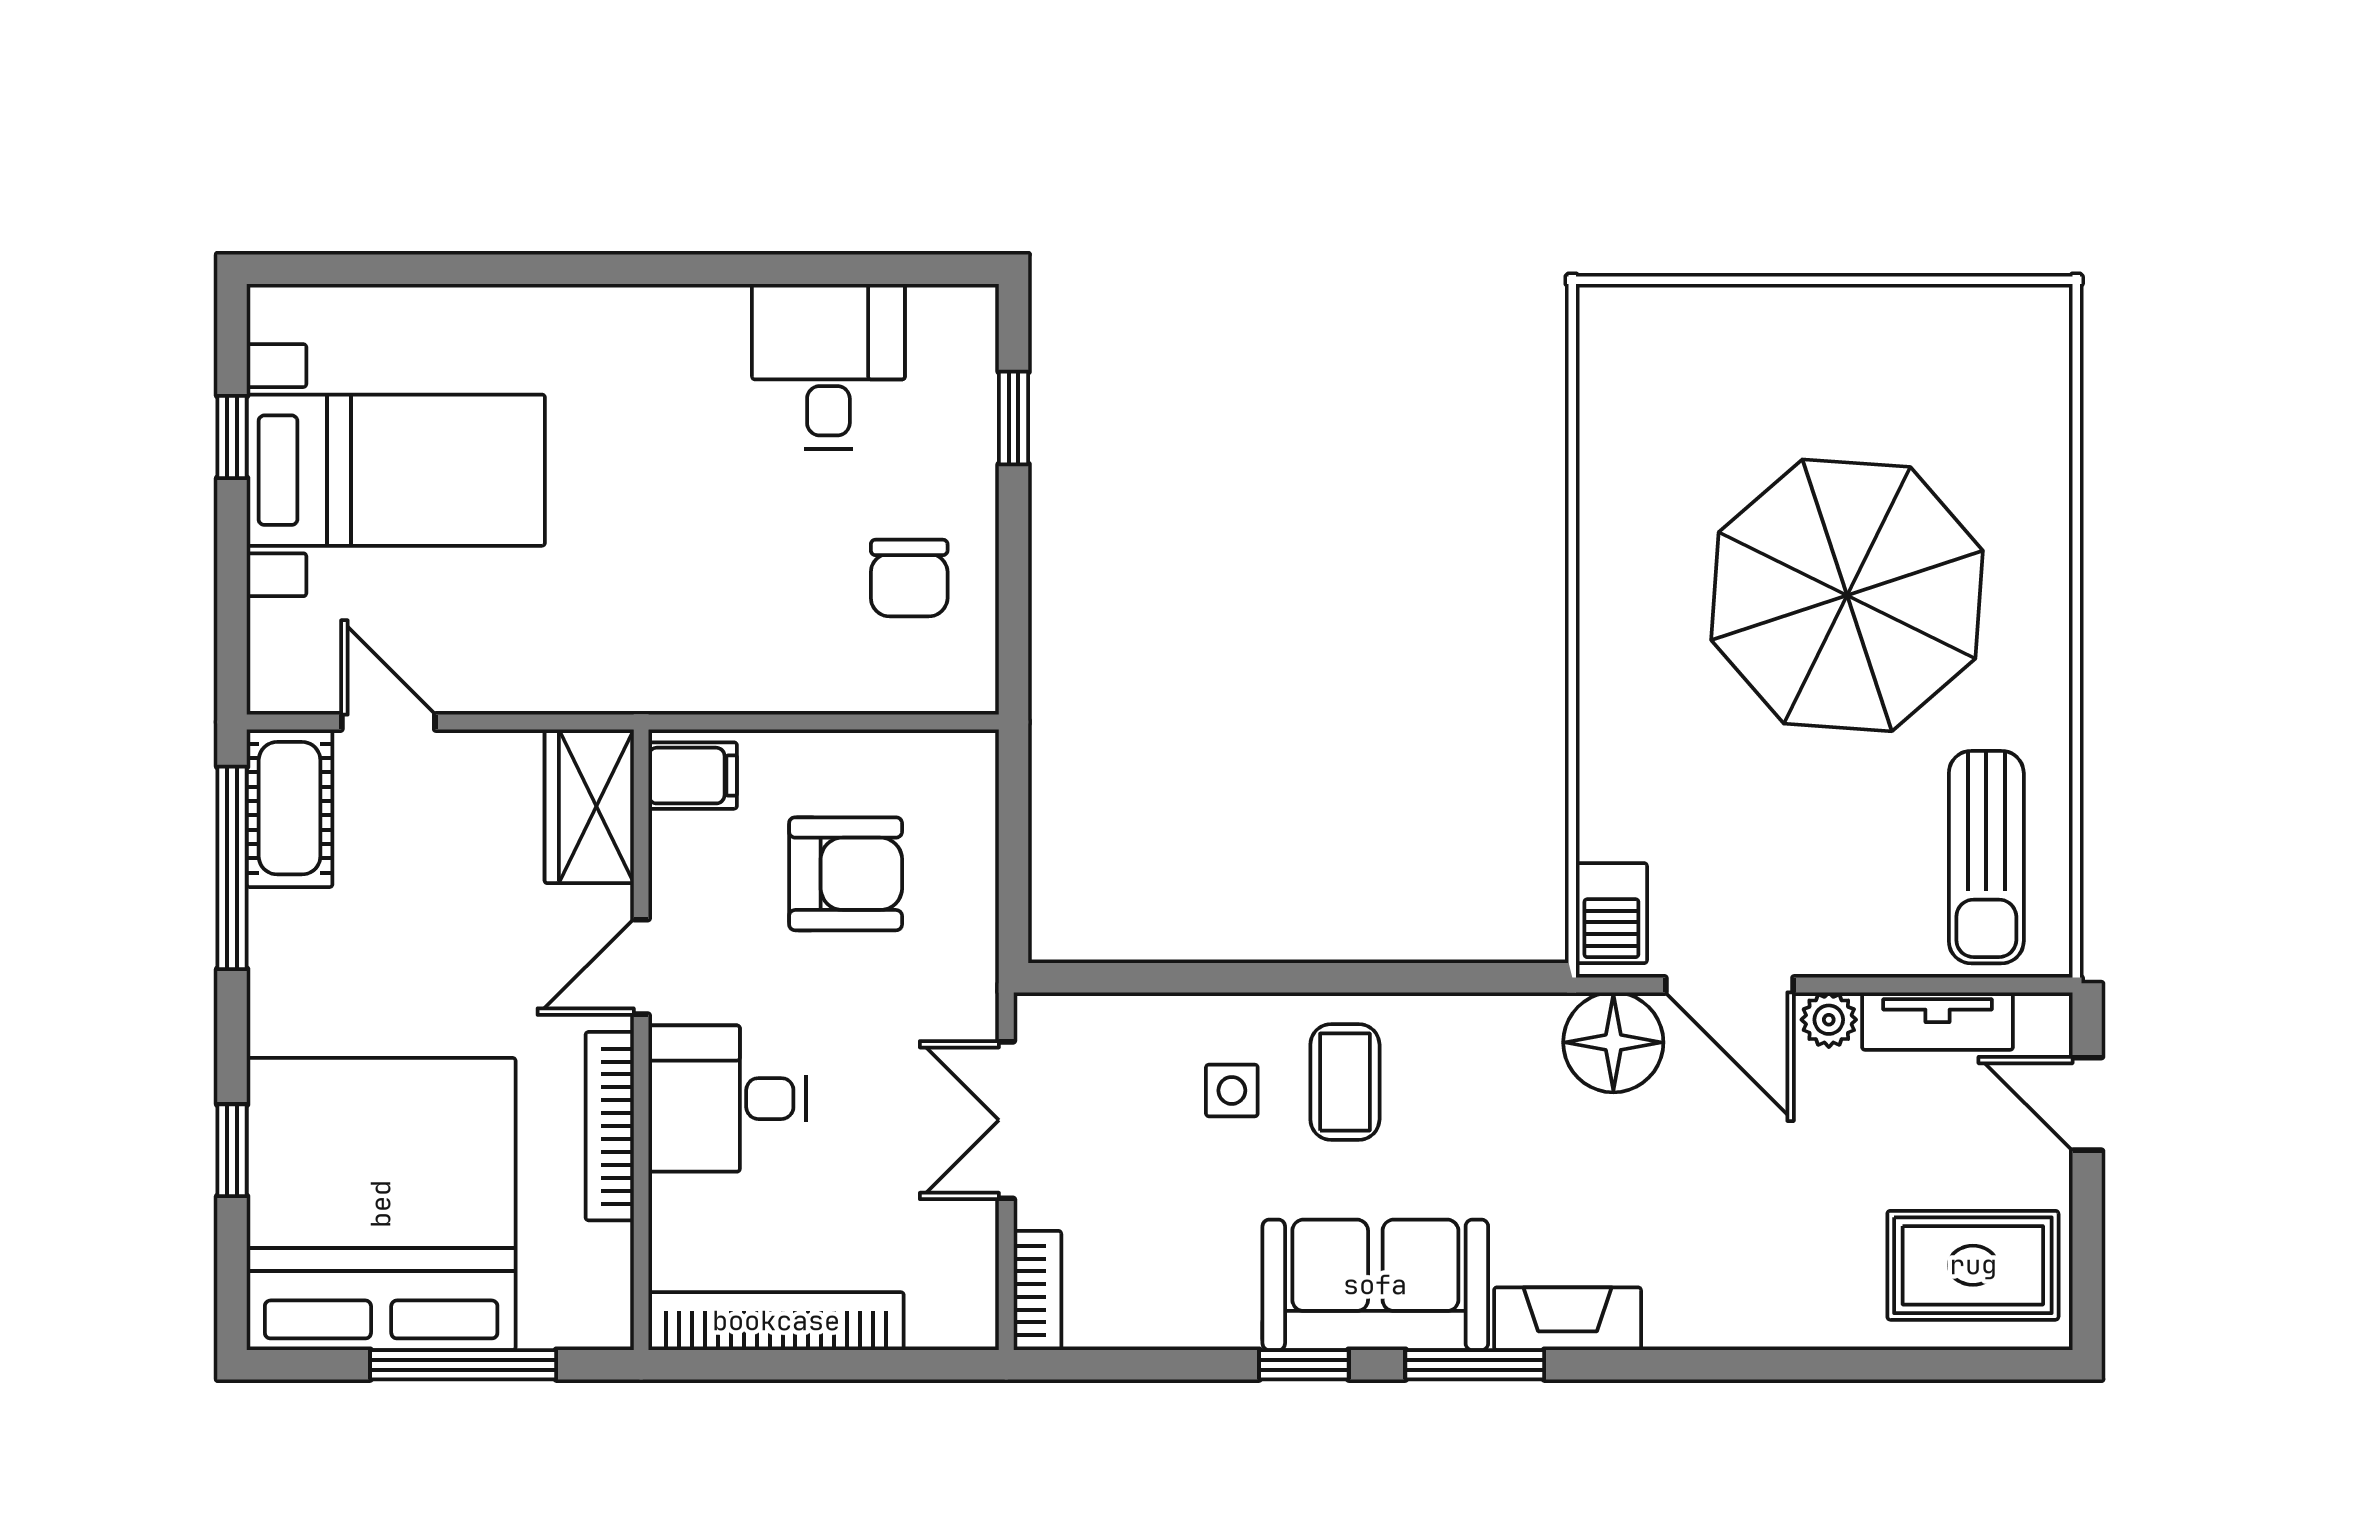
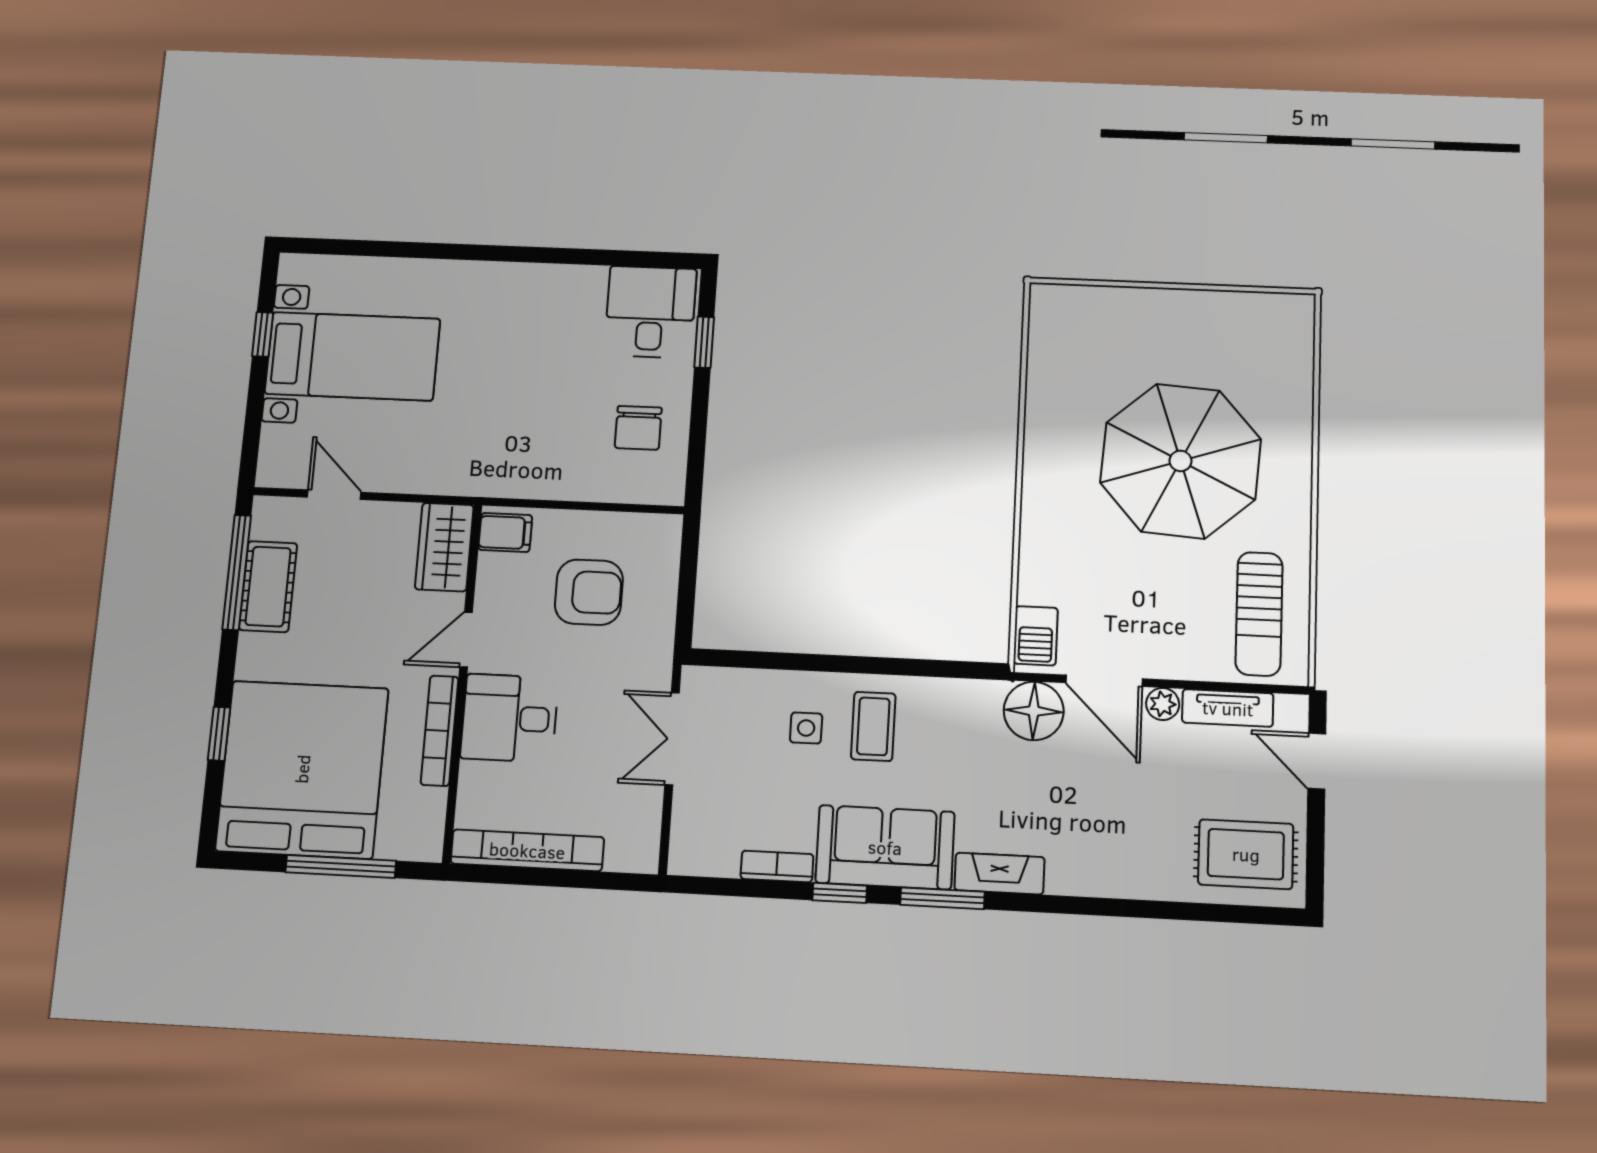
desk: (828, 366) -> (650, 312), moved
cot: (290, 808) -> (268, 587), moved
bookcase: (1037, 1290) -> (777, 866), moved, turned -90

